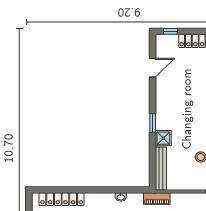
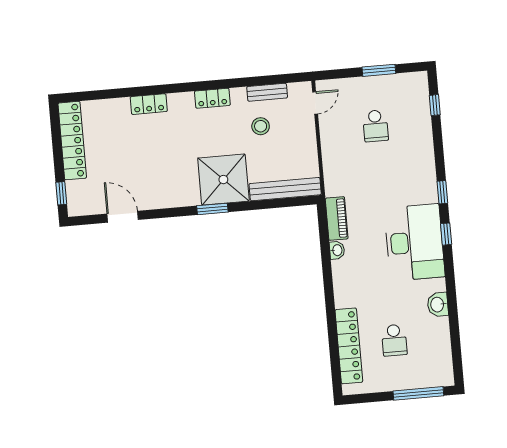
shower: (163, 138) -> (223, 180), width x1.86, depth x1.86
piano: (157, 199) -> (337, 218), moved

